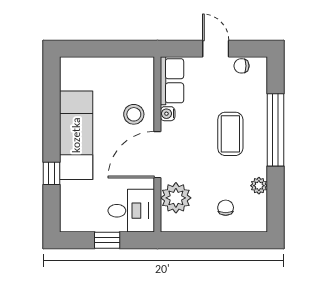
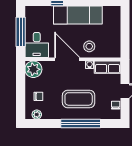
coffee table: (230, 134) -> (79, 99), width x1.36, depth x1.32
plant: (259, 186) -> (37, 115), moved
plant: (176, 198) -> (33, 69), moved
window: (107, 240) -> (21, 32), width x2.17

